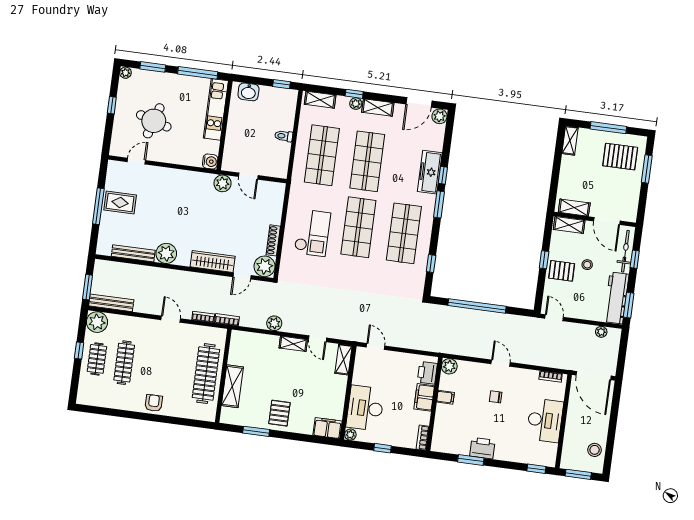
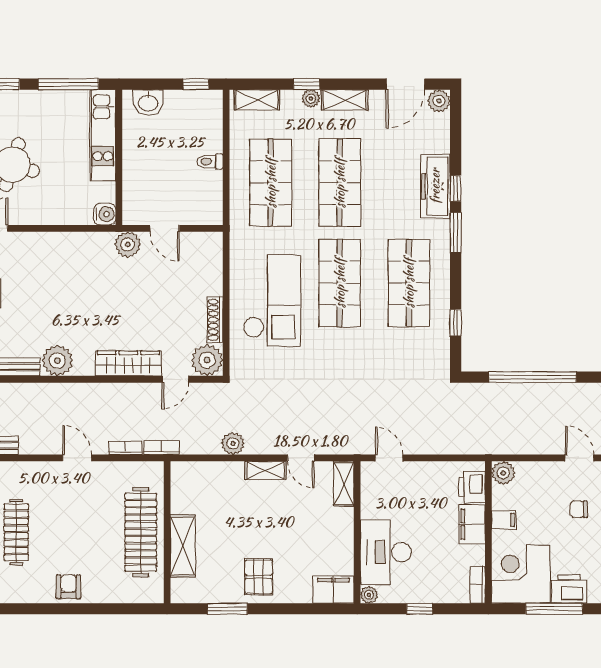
checkout: (312, 233) -> (272, 301), width x1.36, depth x1.21
corner desk: (452, 434) -> (521, 574), added
window: (471, 460) -> (554, 609), width x1.44

